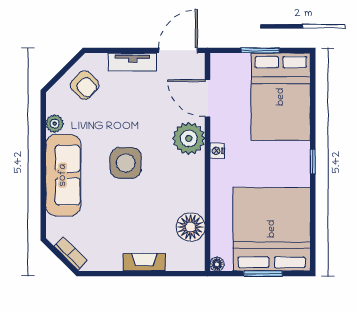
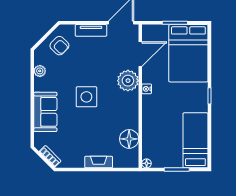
door: (207, 98) -> (140, 54), swing flipped
sofa: (63, 175) -> (45, 112), width x0.73
bed: (272, 229) -> (195, 140), width x0.49

